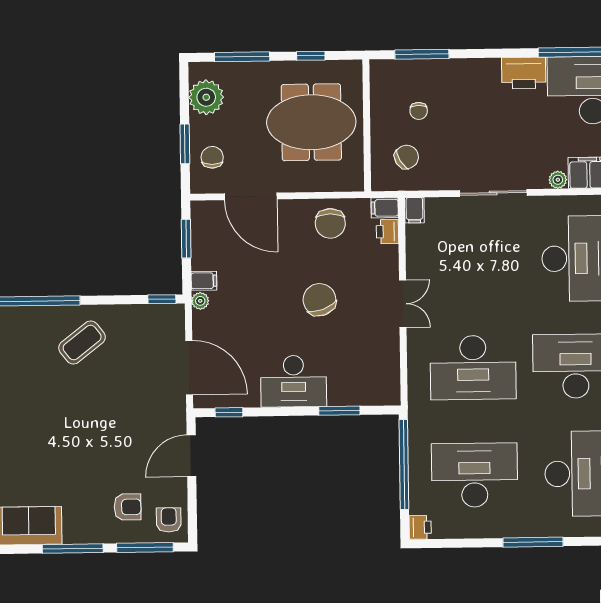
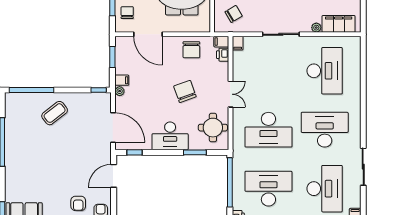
round table: (372, 365) -> (213, 128), added
armchair: (128, 507) -> (78, 203), turned 90

